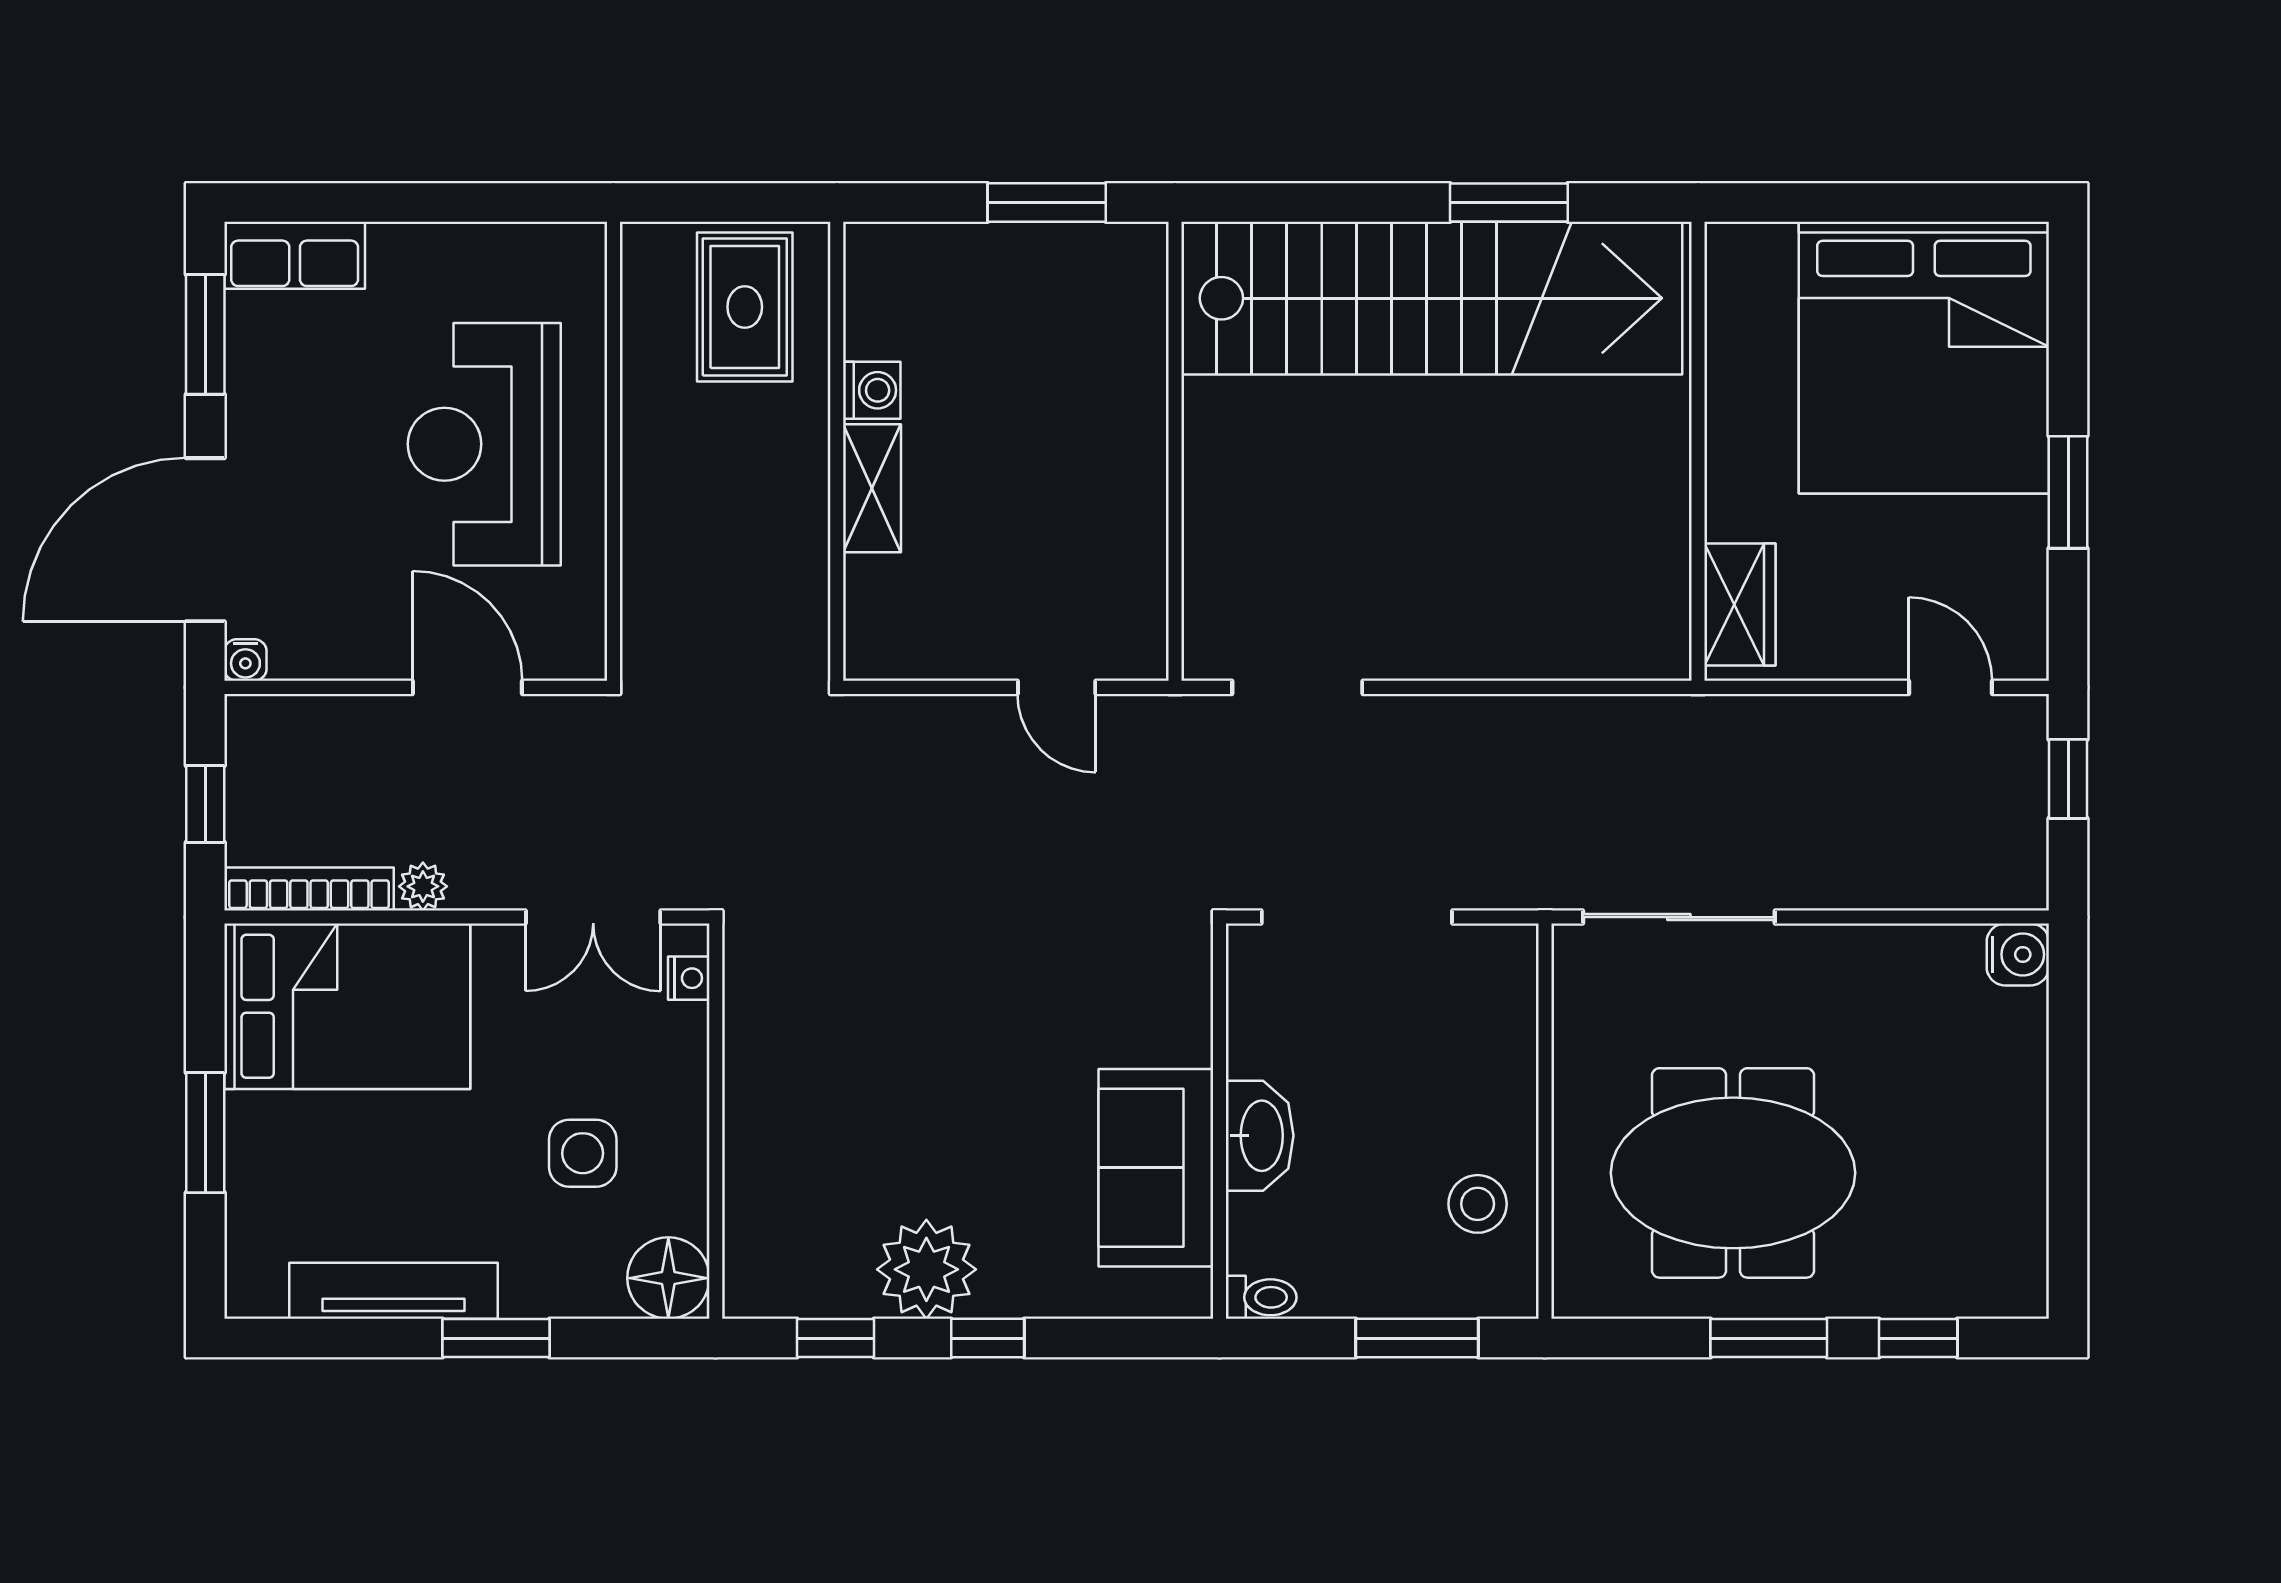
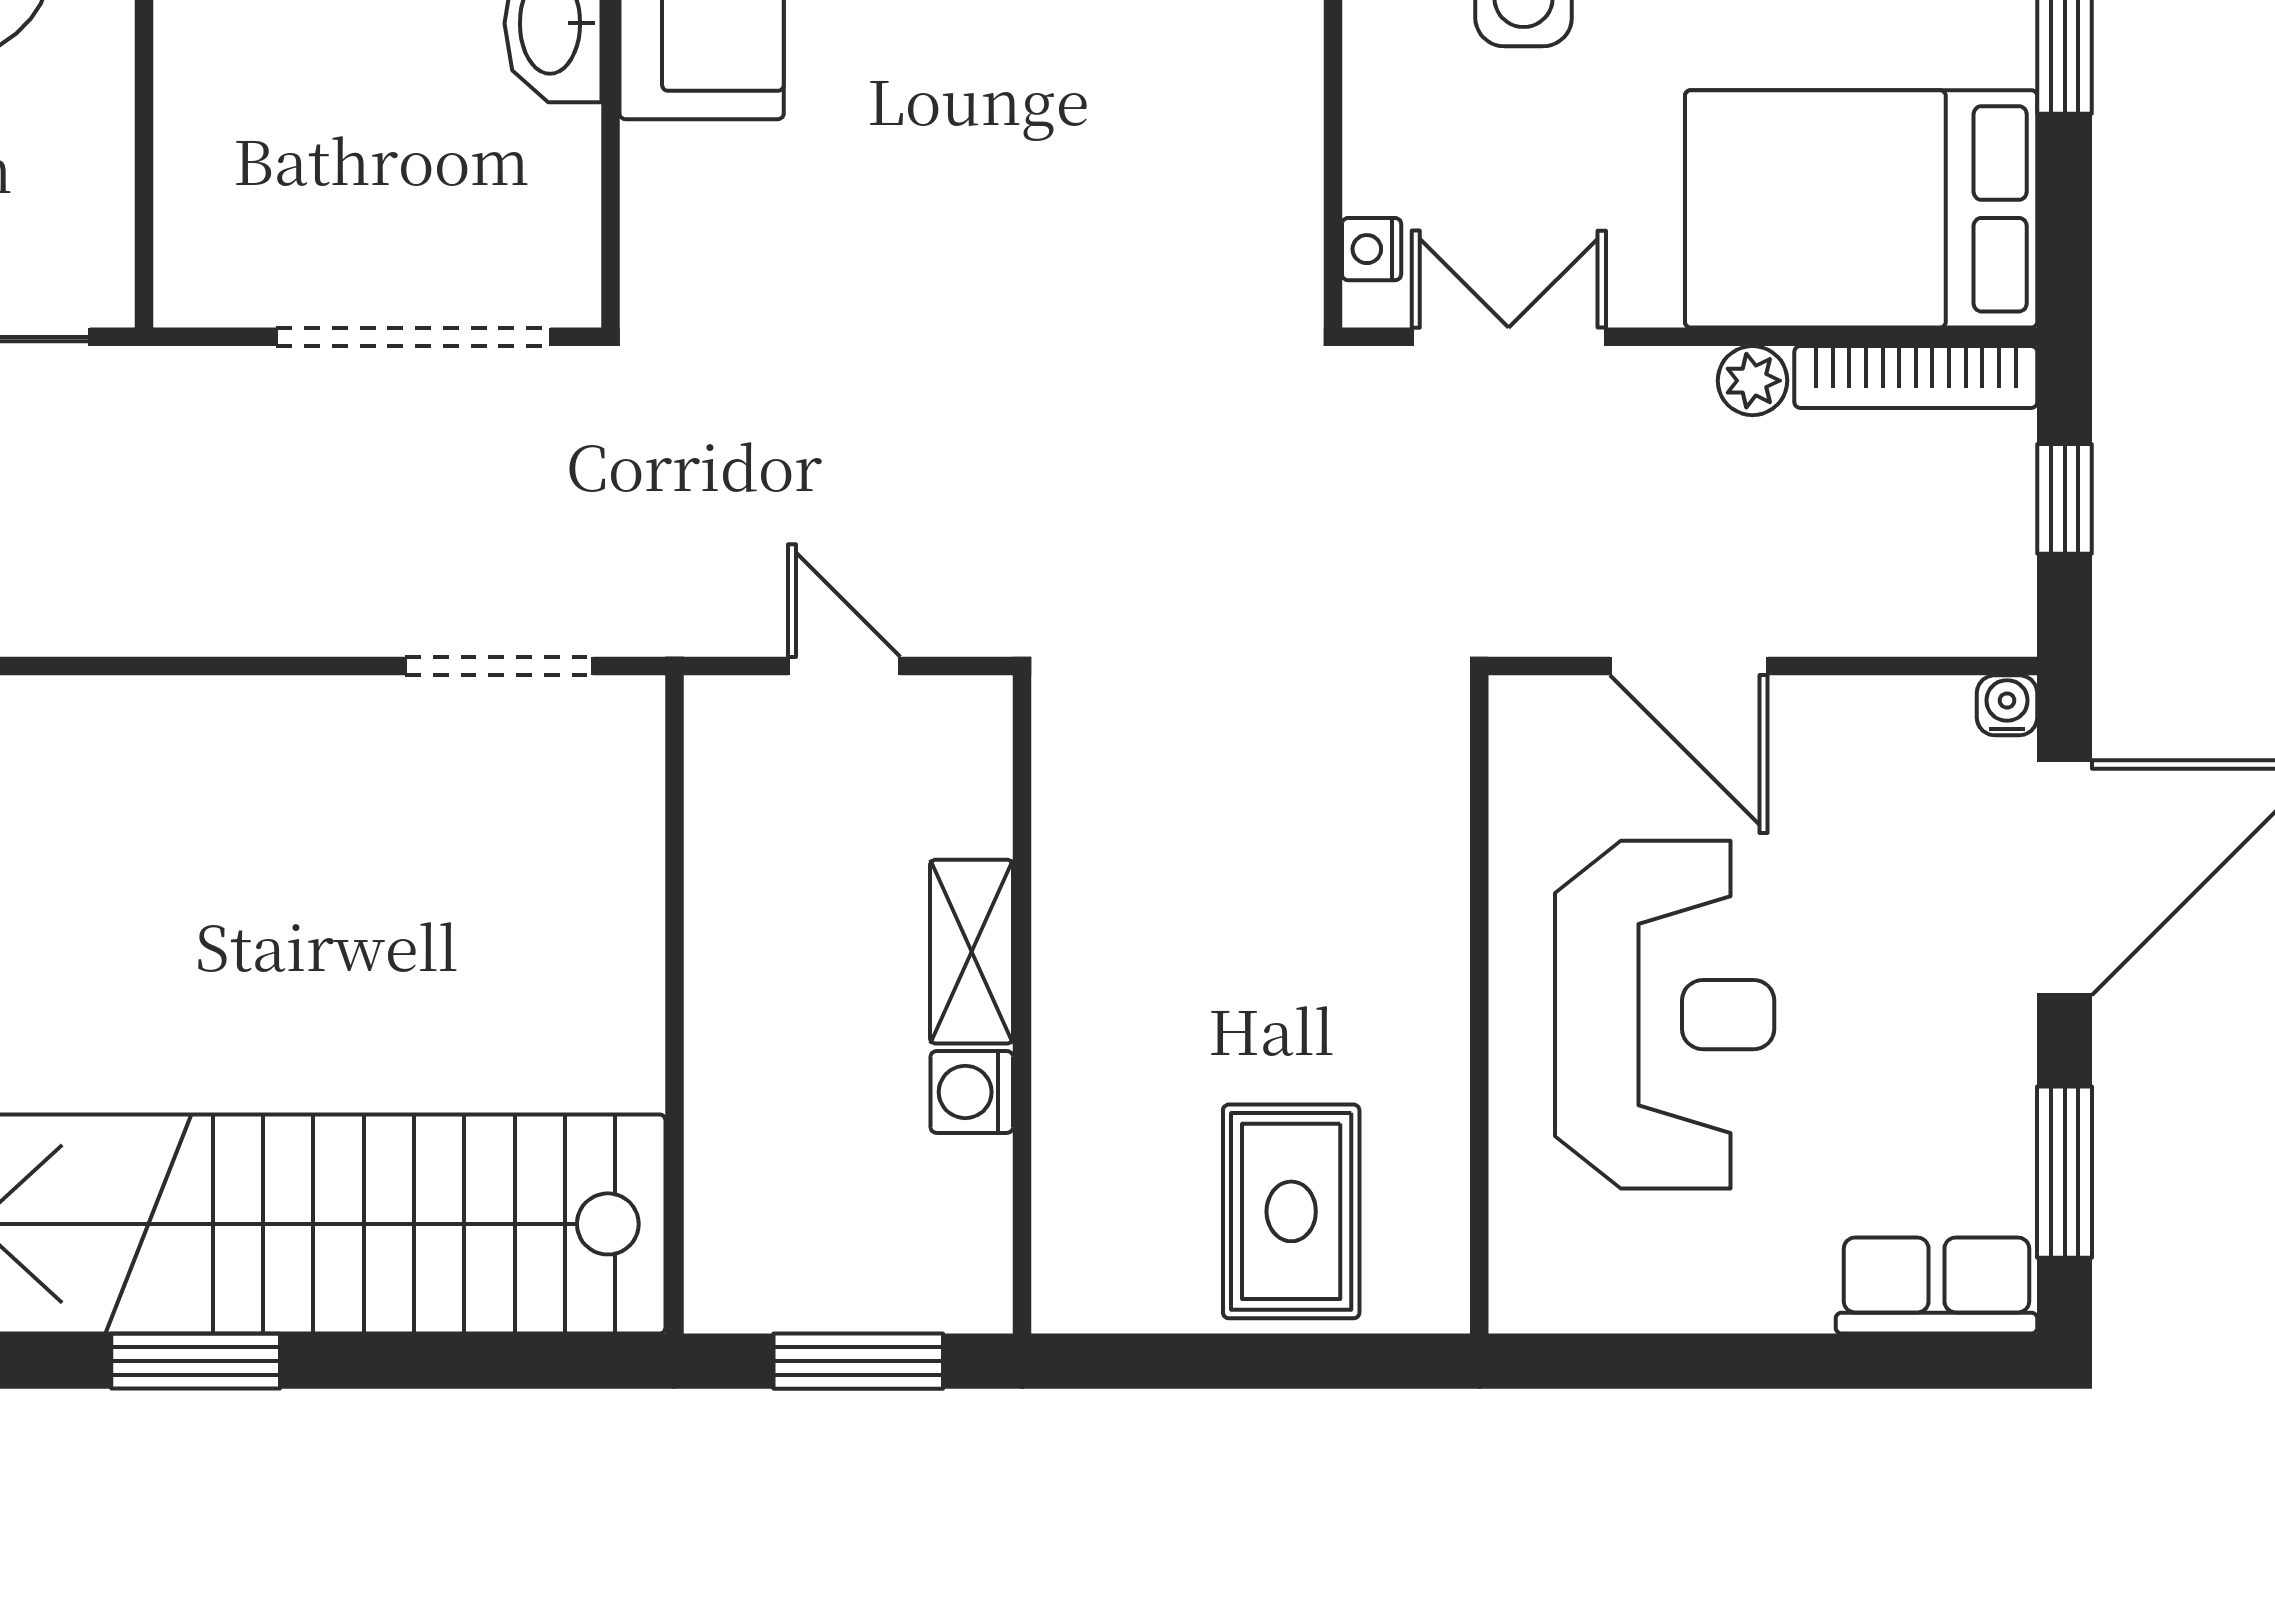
washing machine: (872, 390) -> (972, 1092), moved
wall: (837, 451) -> (1022, 1004), moved
shelving: (872, 488) -> (971, 952), moved

